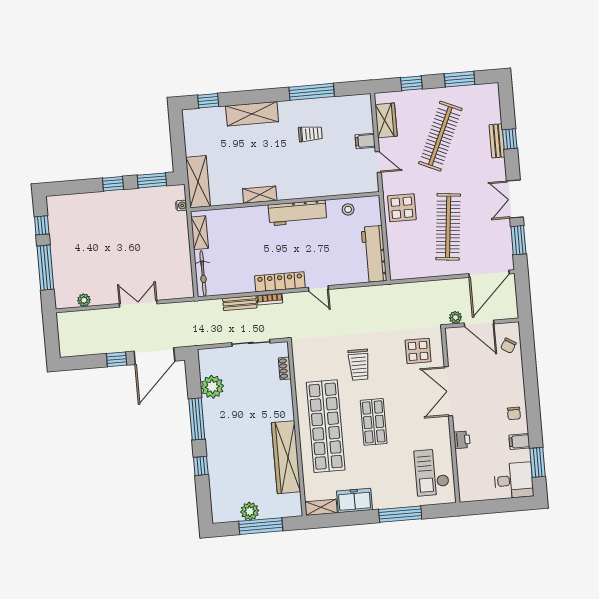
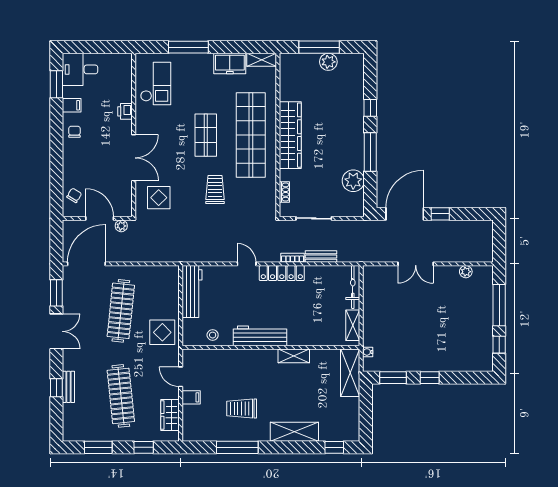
trolley: (310, 134) -> (242, 408), width x1.36, depth x1.39
clothes rail: (440, 136) -> (121, 396), turned -30
wardrobe: (286, 457) -> (290, 135), moved

